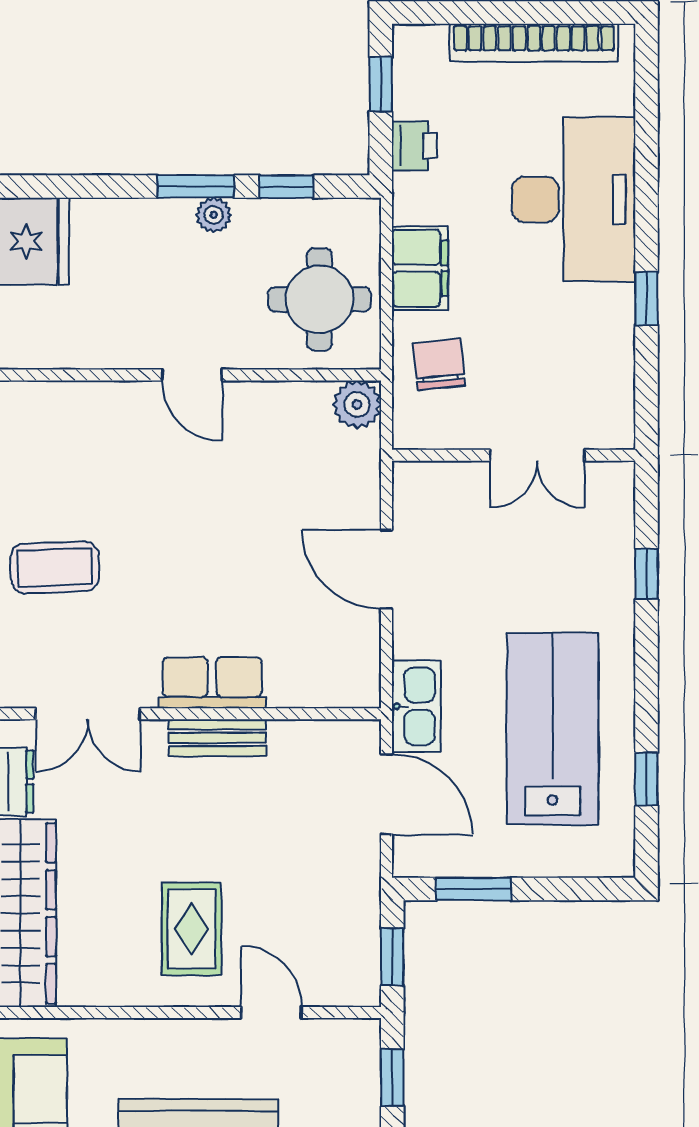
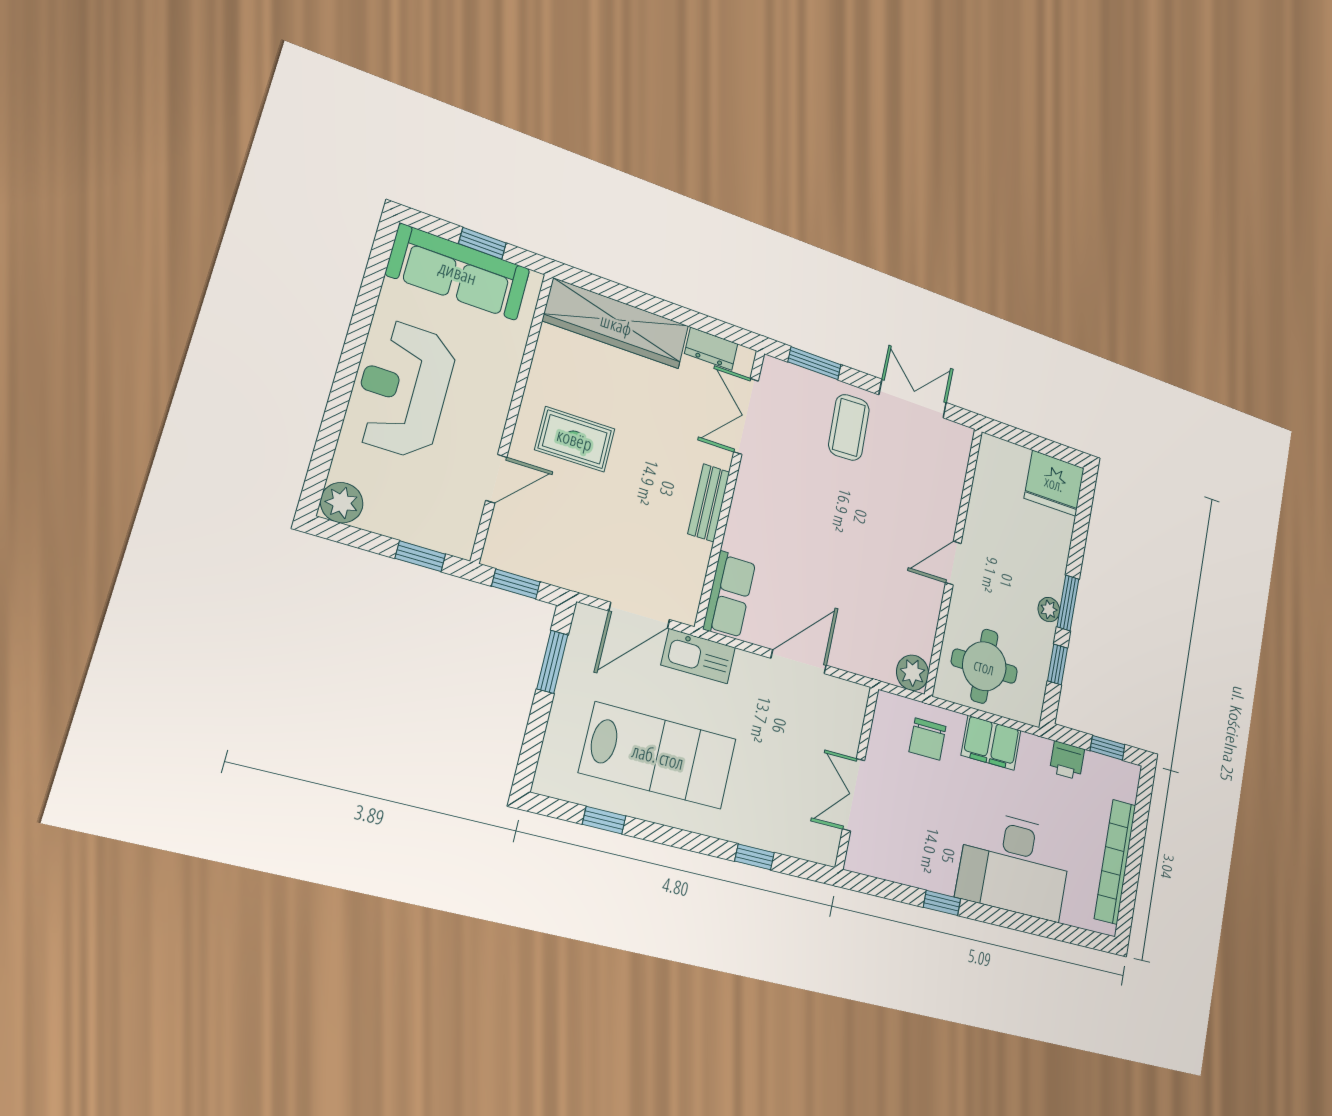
chair: (439, 364) -> (927, 739), turned 96
row of seats: (212, 683) -> (729, 595), moved

